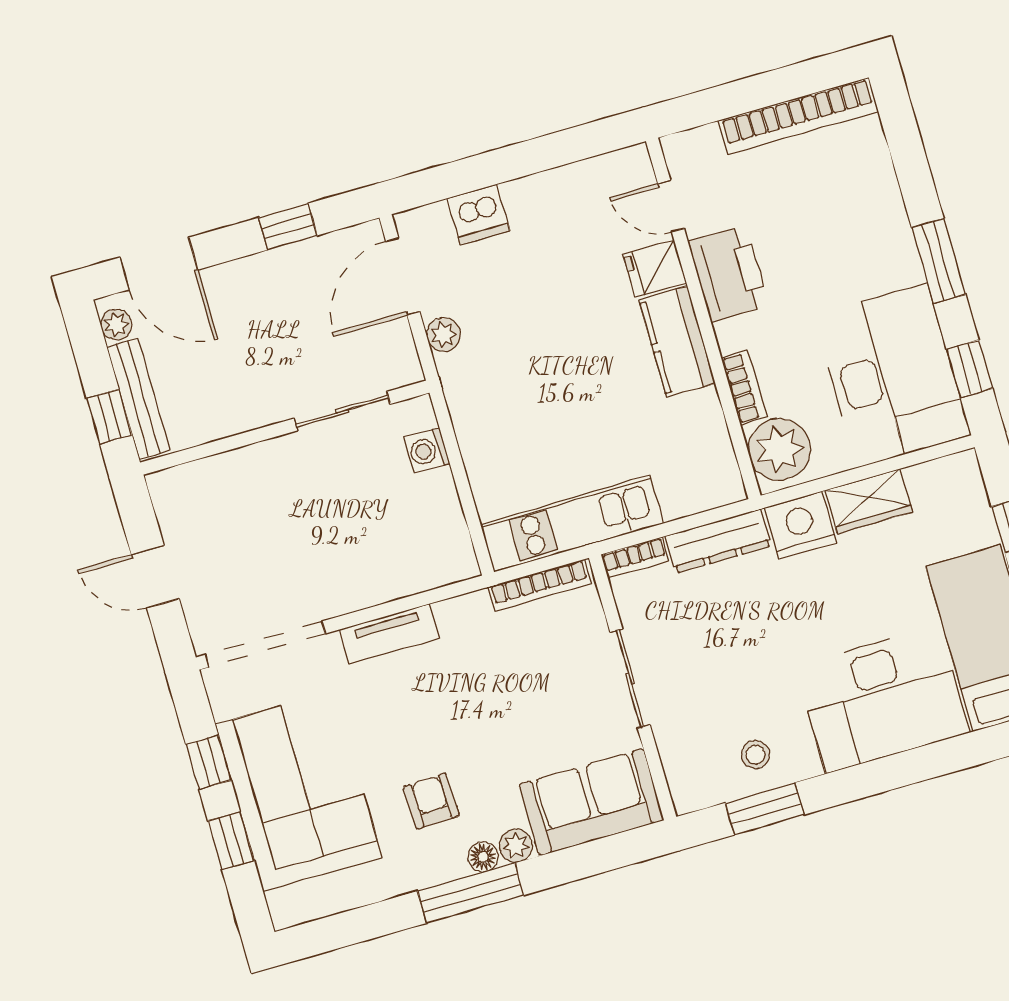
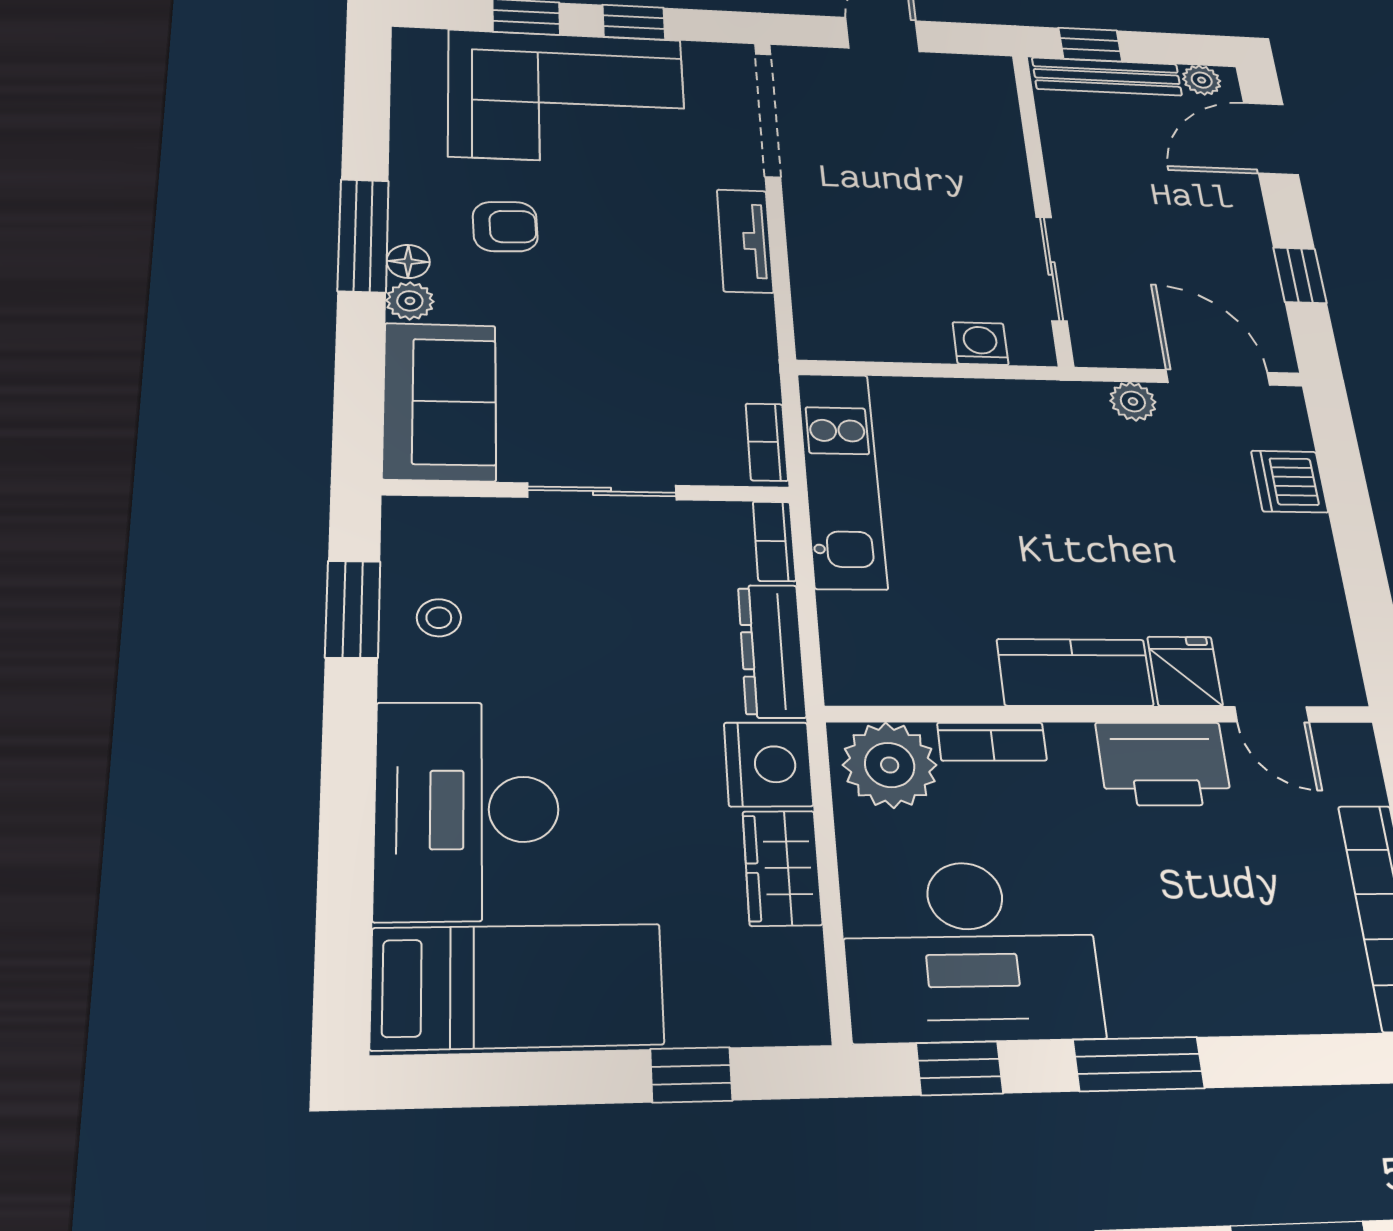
door: (671, 206) -> (1272, 714), swing flipped
bookcase: (540, 585) -> (767, 442), width x0.64

